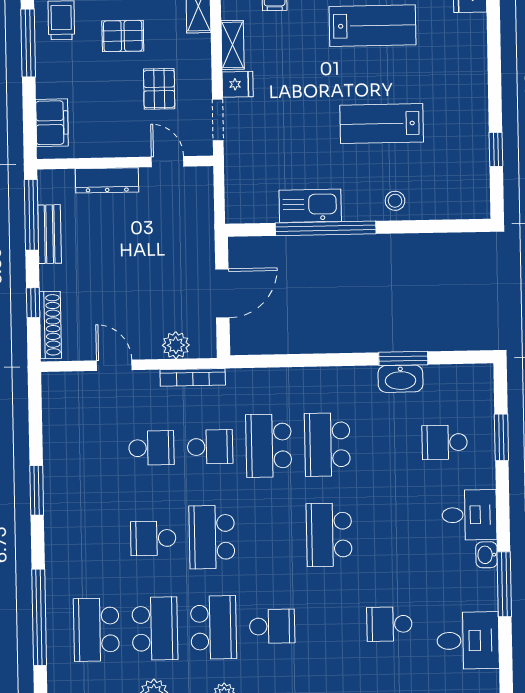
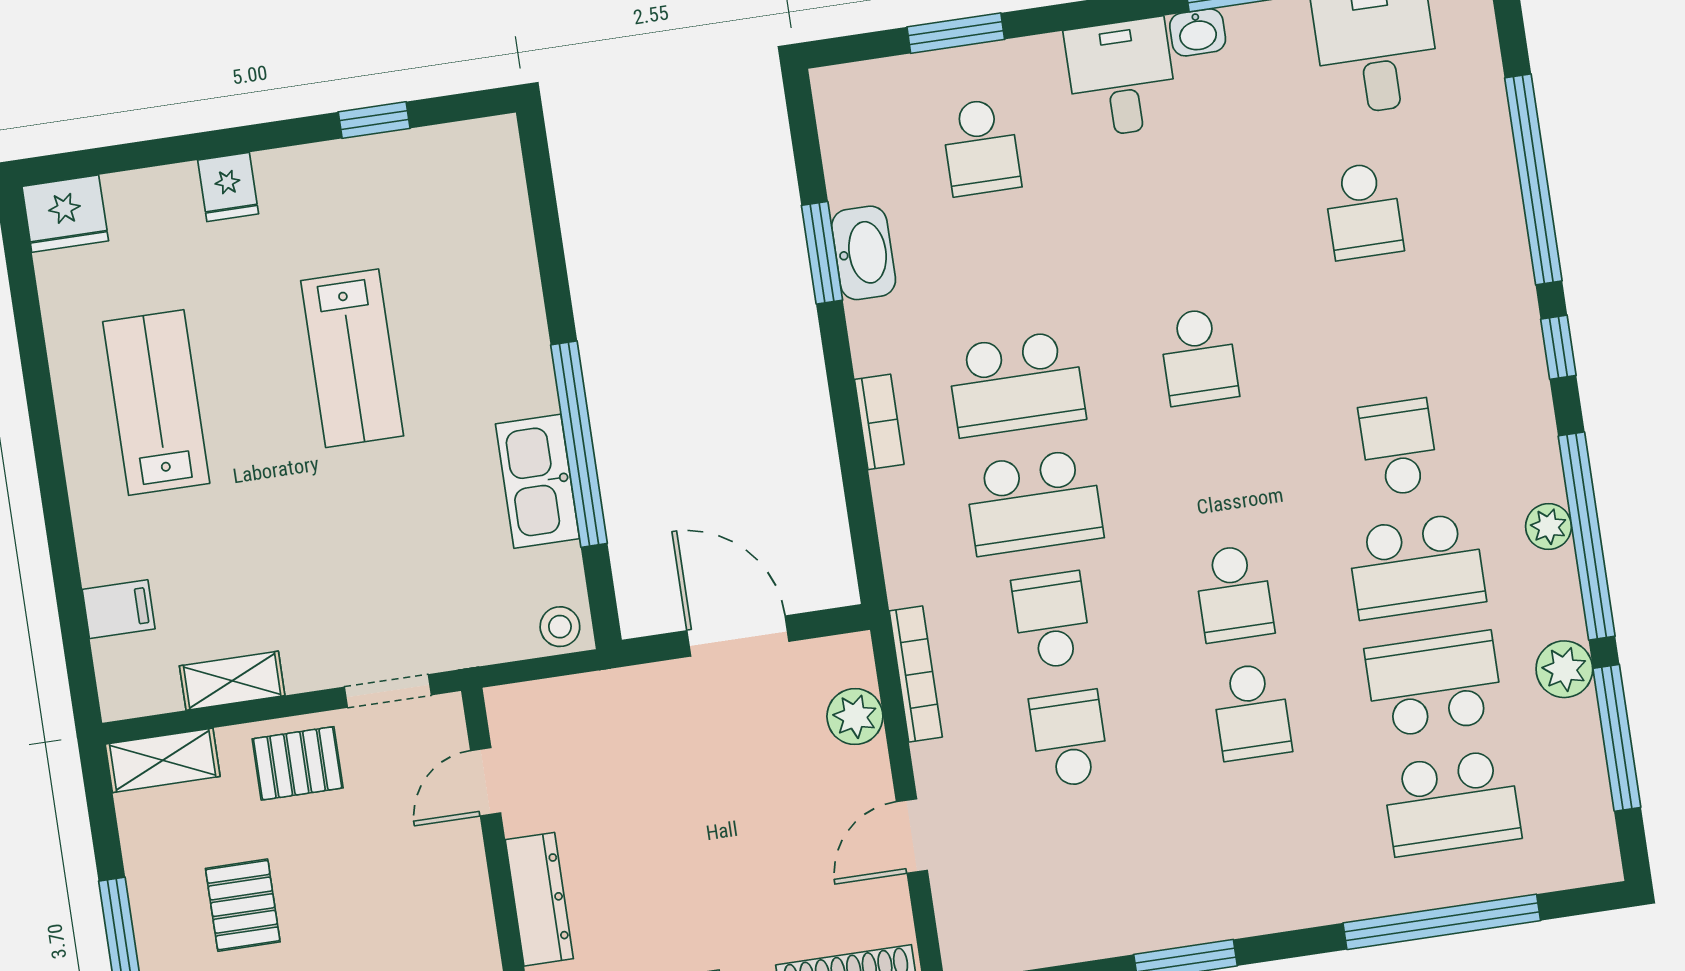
fridge: (238, 84) -> (228, 187), moved, turned 180
pallet: (159, 89) -> (298, 763), moved
stool: (395, 201) -> (560, 627), moved
bookcase: (317, 376) -> (879, 422), added
school desk: (329, 535) -> (1199, 356), width x0.54
school desk: (212, 537) -> (1234, 593), width x0.54
school desk: (214, 627) -> (1416, 566), turned 180

